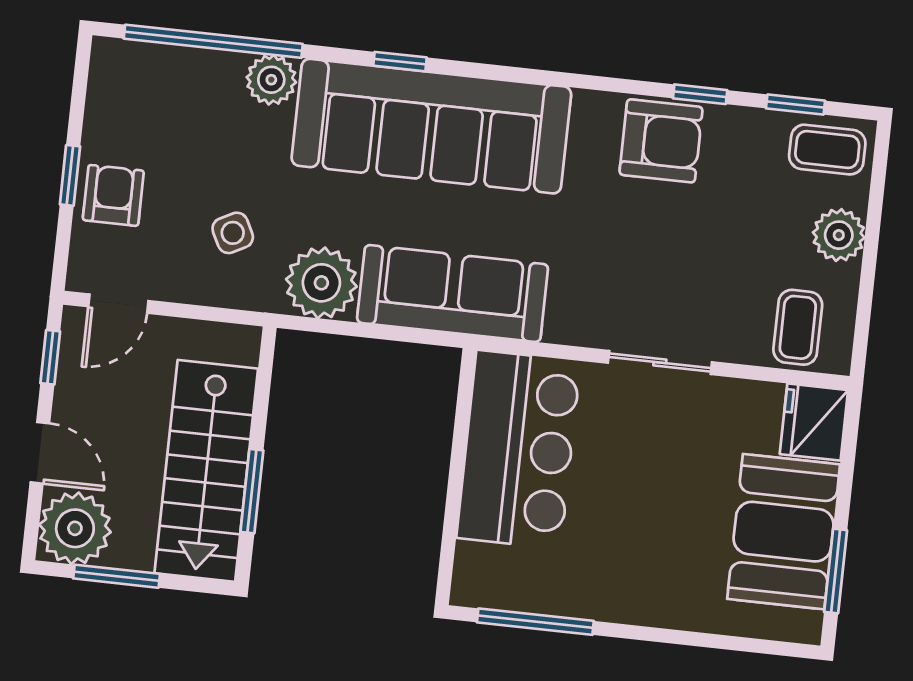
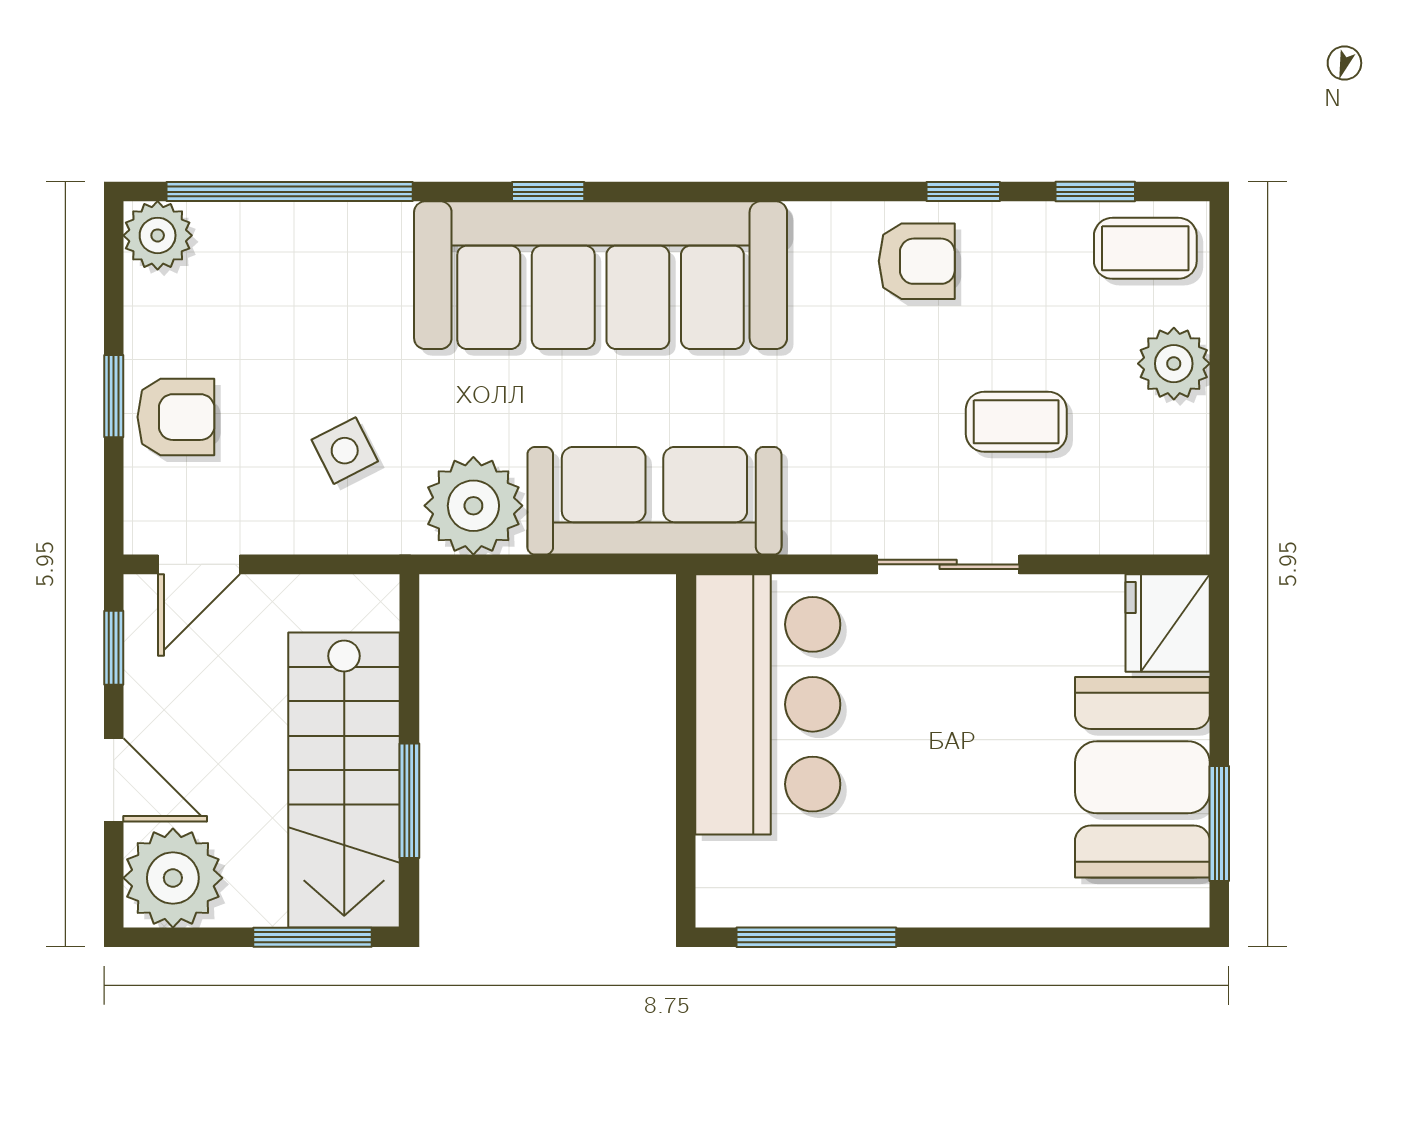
plant: (271, 80) -> (158, 235), moved
armchair: (661, 141) -> (917, 261), width x0.72, depth x0.72
armchair: (113, 195) -> (176, 417), turned 90
coffee table: (798, 327) -> (1016, 422), moved, turned 90
window: (117, 576) -> (313, 937), moved

